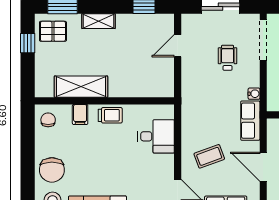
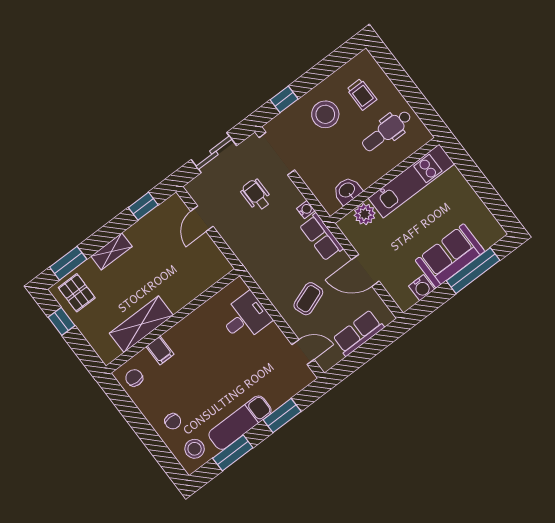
pallet: (53, 31) -> (77, 293), turned 90
trolley: (110, 115) -> (188, 330), removed
chair: (52, 170) -> (173, 421), width x0.54, depth x0.54

